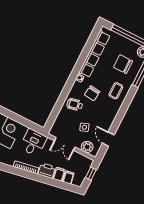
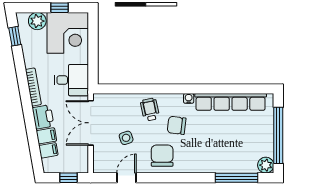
chair: (123, 64) -> (162, 156), moved
coffee table: (116, 91) -> (196, 155), removed
double door: (65, 144) -> (91, 123), width x1.37
plant: (87, 147) -> (102, 155), removed

